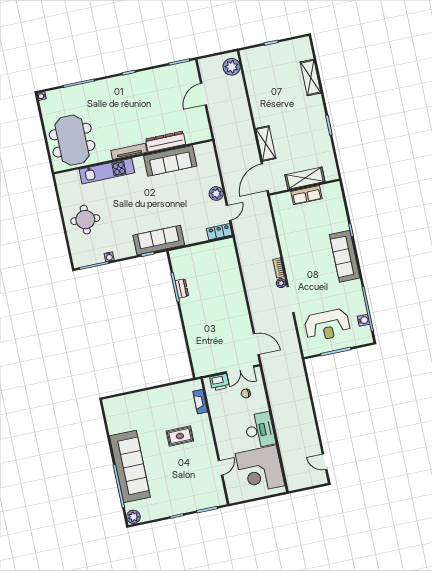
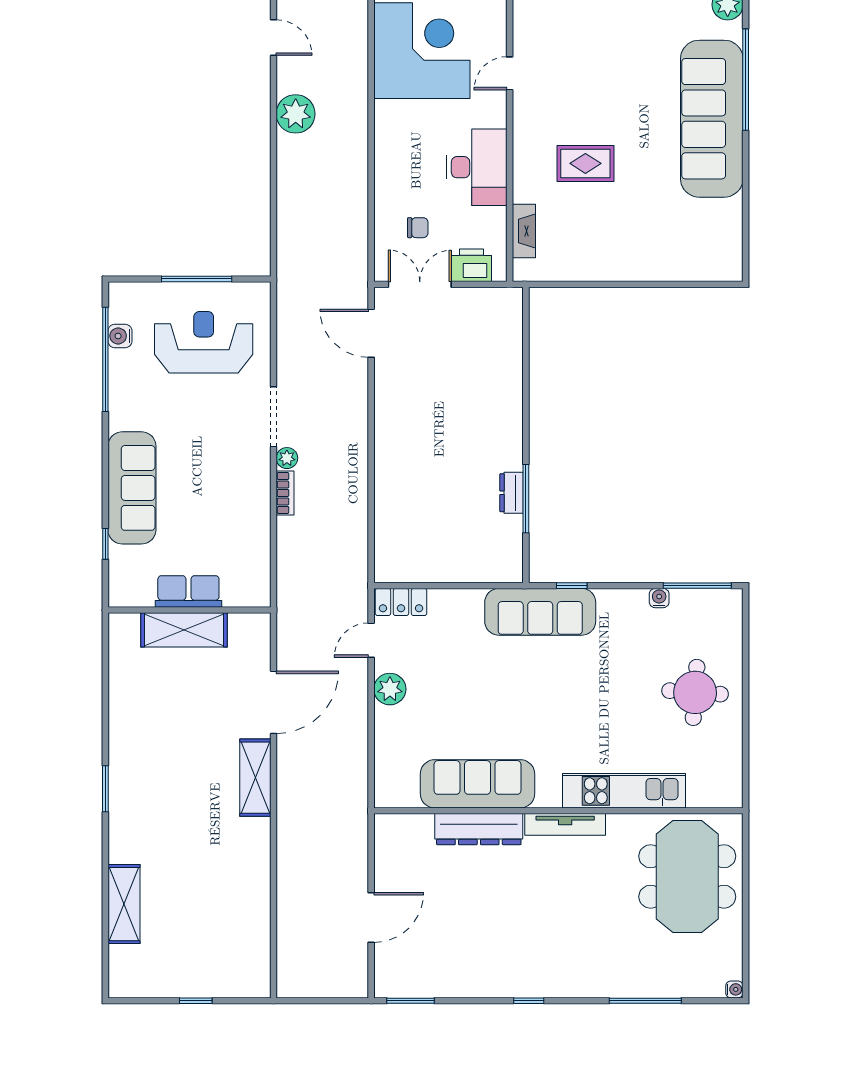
plant: (232, 67) -> (296, 114), moved
shelving: (305, 178) -> (184, 630), moved
wall: (304, 187) -> (189, 610), moved
row of seats: (306, 195) -> (188, 591), moved
desk: (260, 430) -> (477, 167), moved, turned 180

